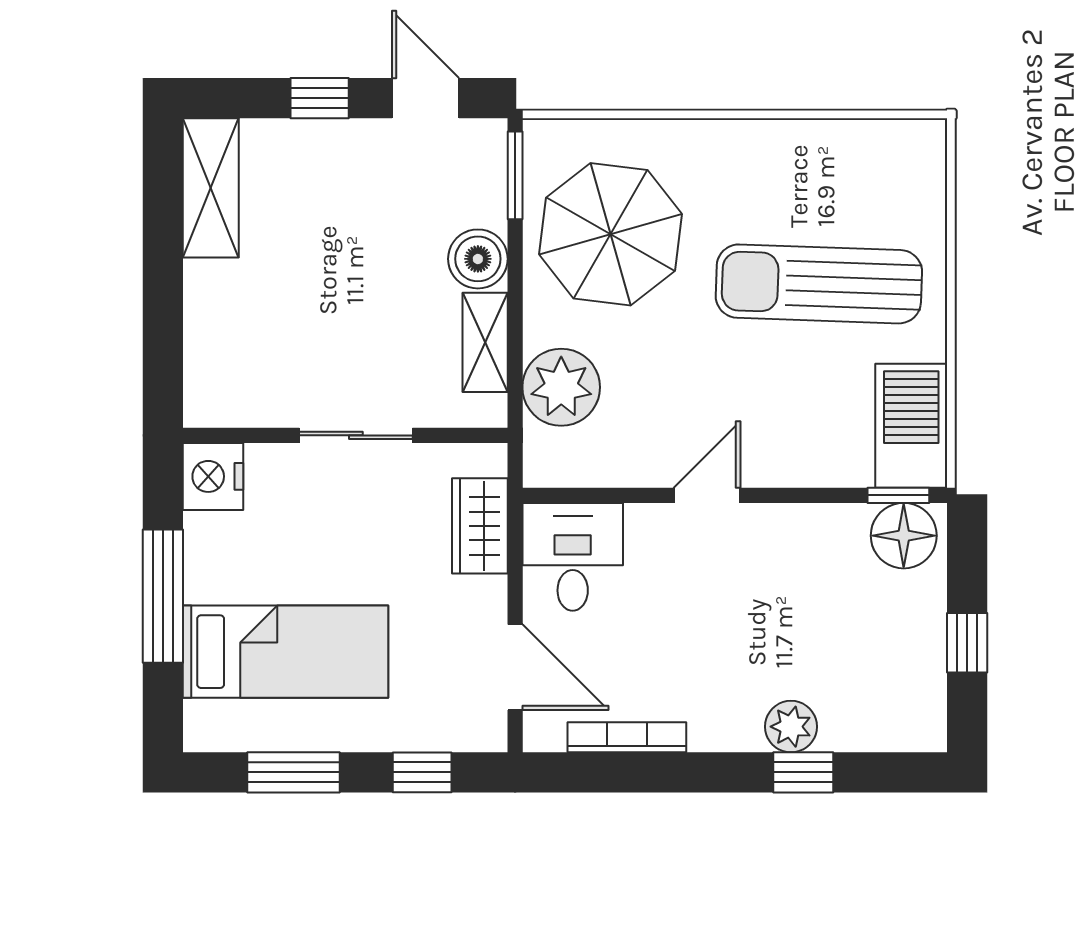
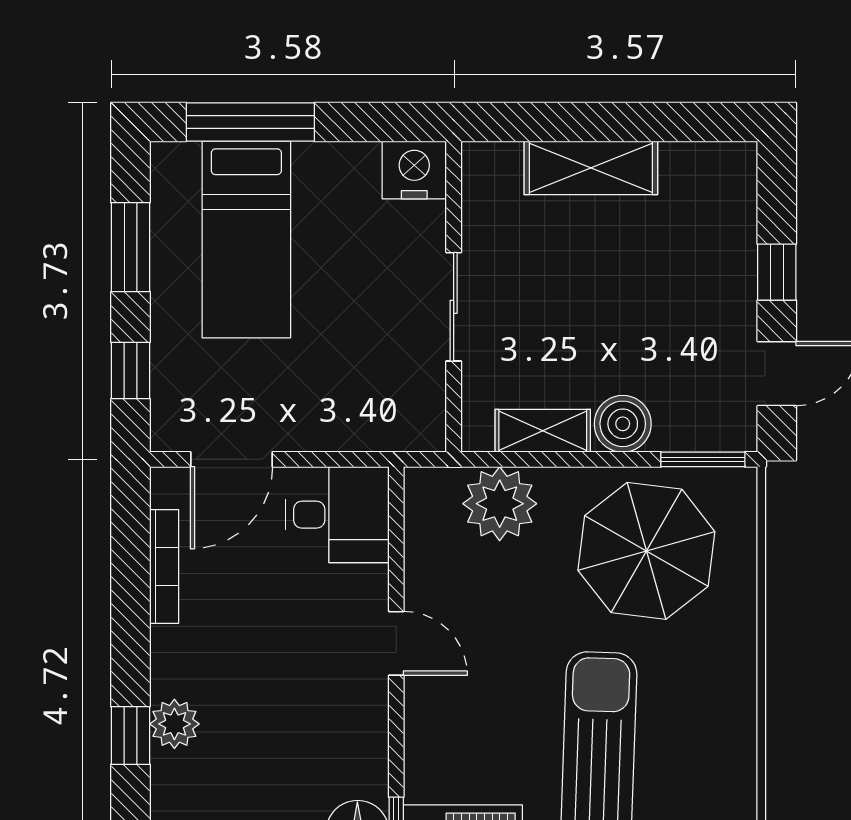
shelving: (211, 188) -> (591, 168), moved
wardrobe: (480, 526) -> (367, 426), removed
window: (163, 596) -> (250, 122), moved

